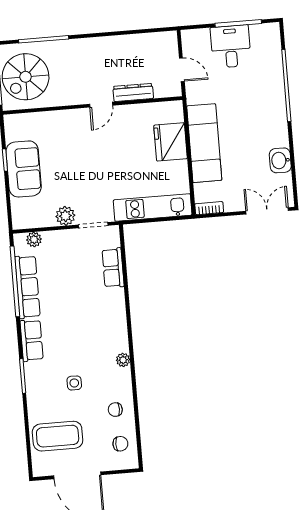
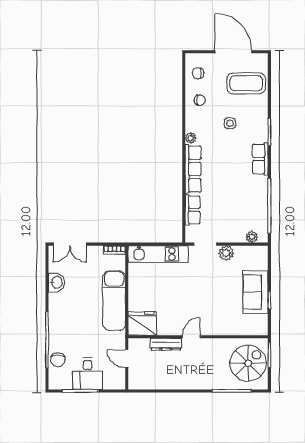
chair: (270, 61) -> (58, 360), added
fridge: (171, 142) -> (142, 323), moved, turned -90
row of seats: (27, 287) -> (193, 169), moved, turned 180

